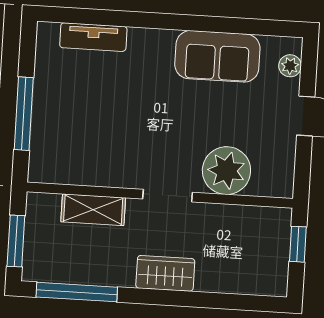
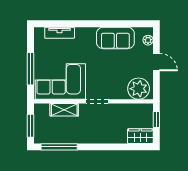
corner sofa: (88, 146) -> (60, 82), added
plant: (226, 171) -> (139, 89), moved
wardrobe: (165, 273) -> (140, 136), moved

